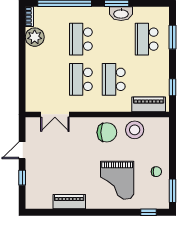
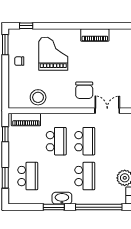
washbasin: (121, 14) -> (62, 198), moved
chair: (107, 132) -> (84, 90), moved, turned -90

